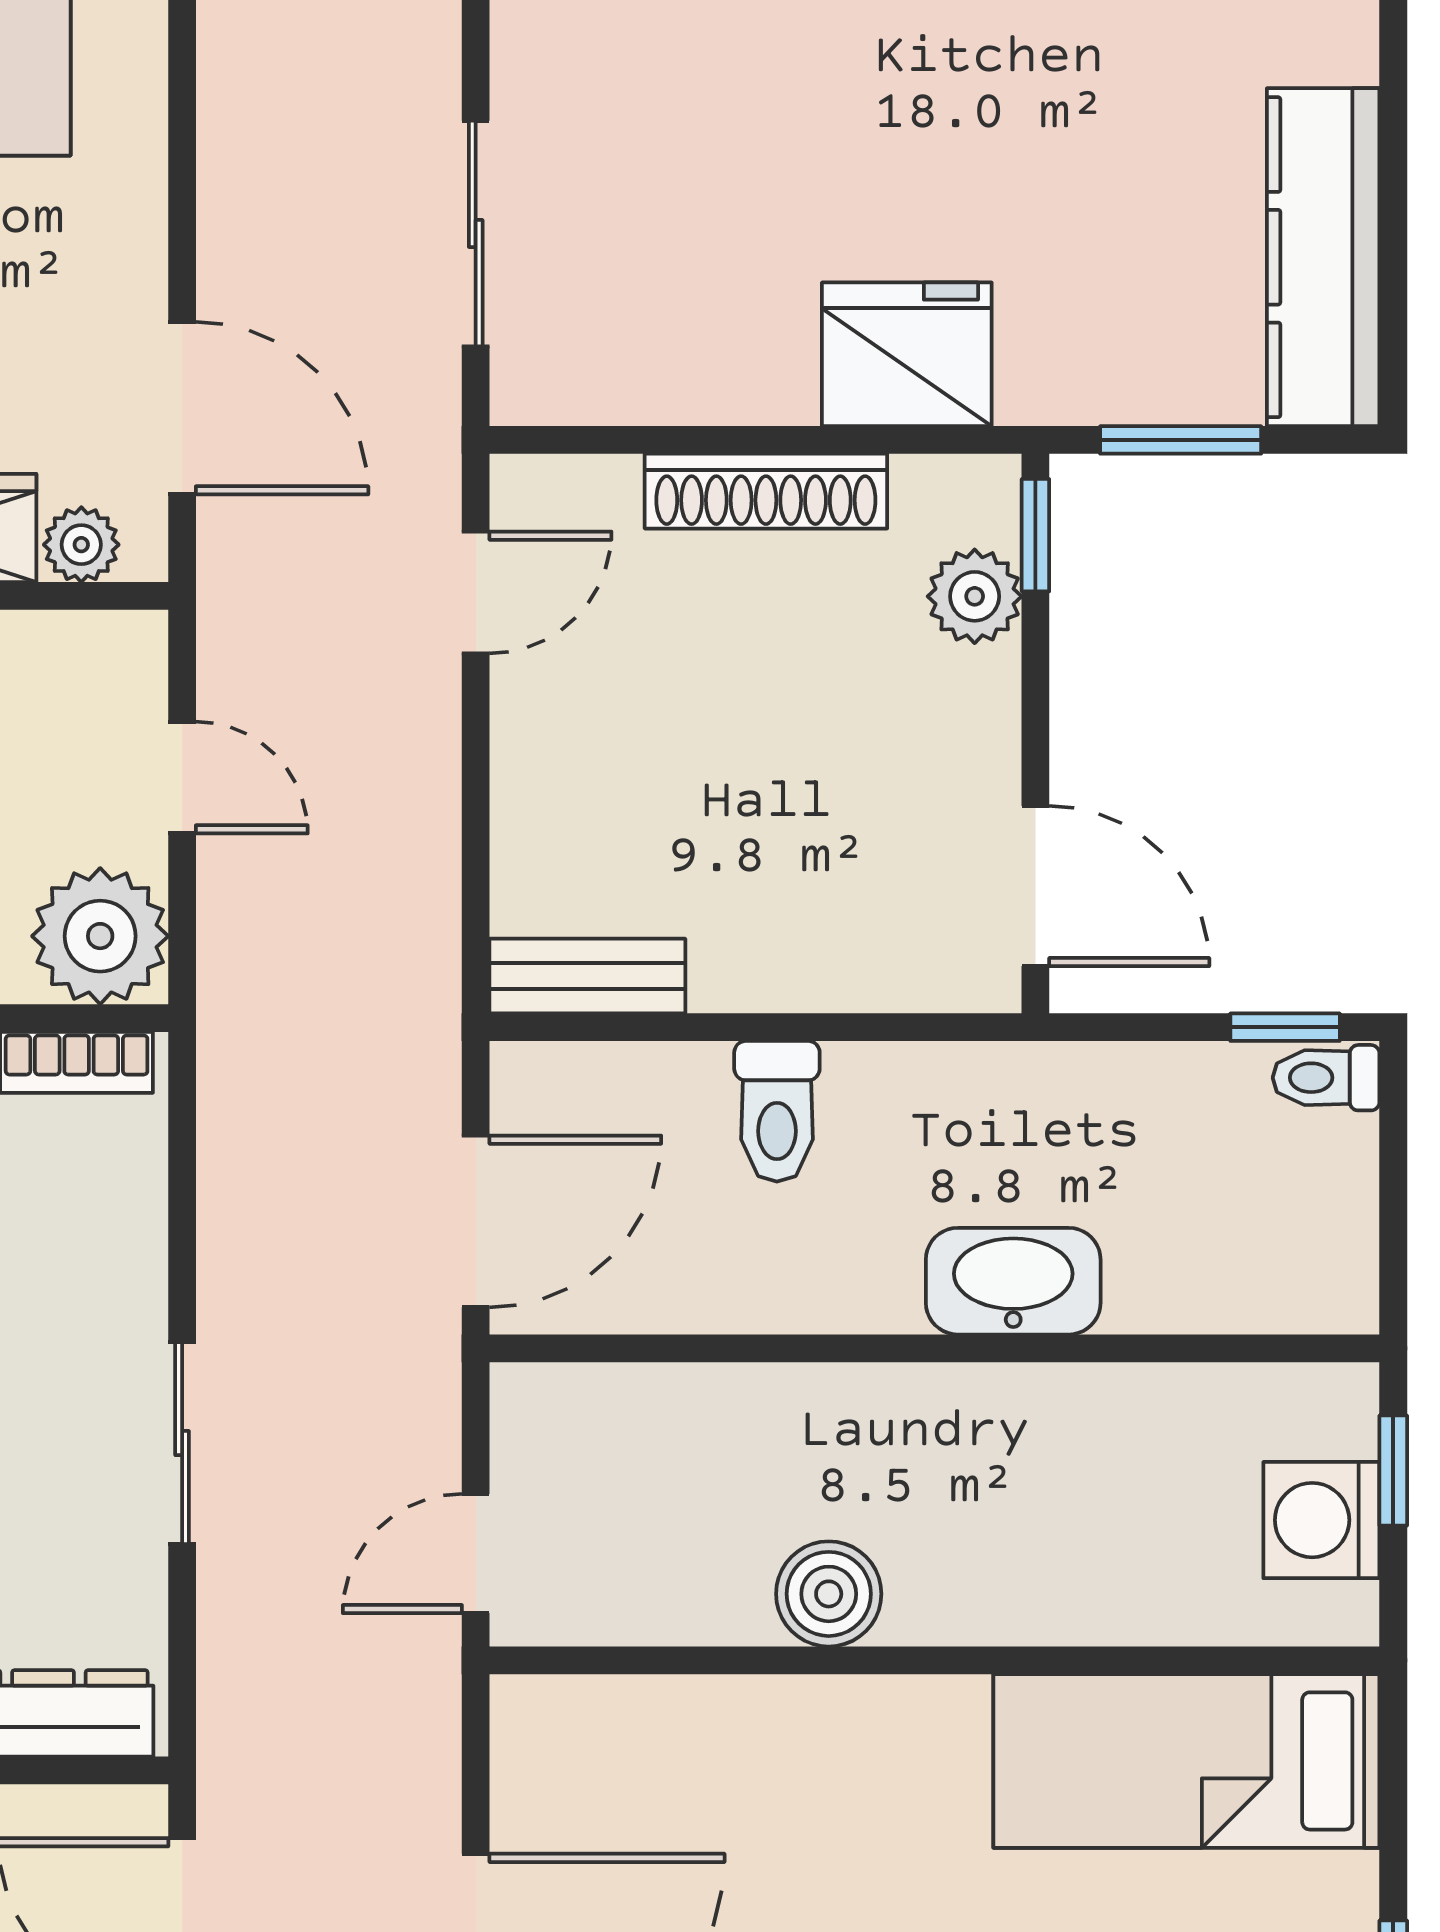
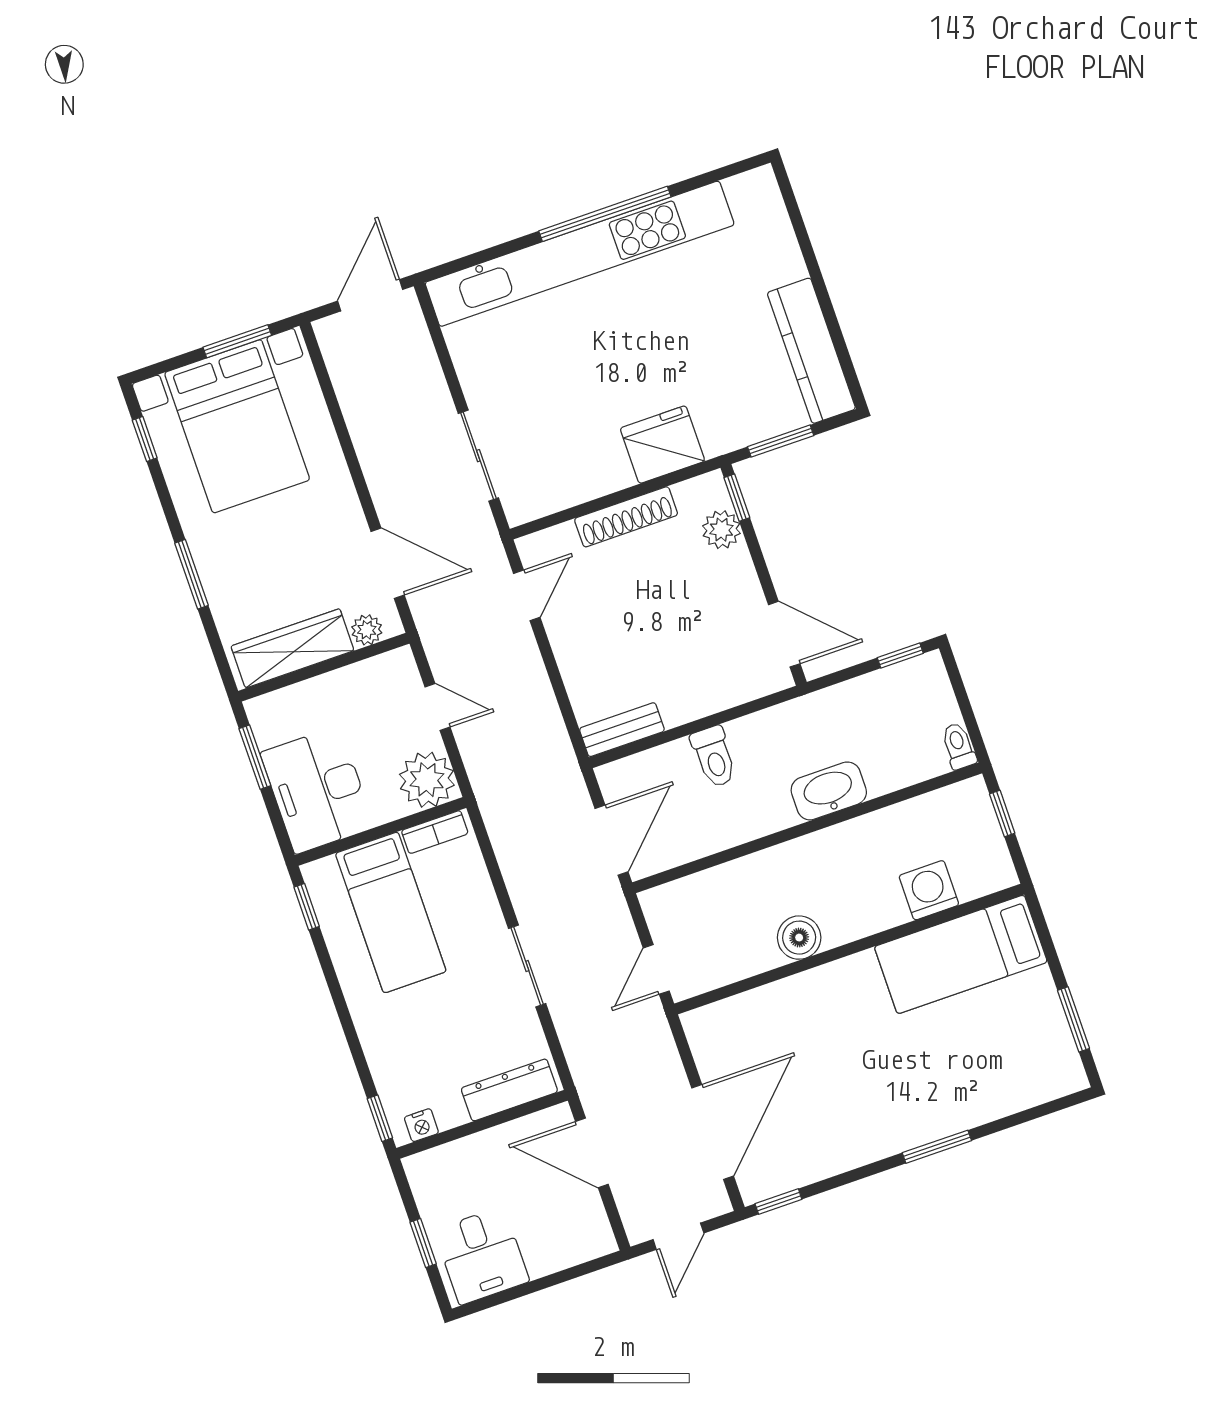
toilet: (1326, 1078) -> (959, 746), moved, turned 90
washing machine: (1321, 1520) -> (929, 890), moved, turned 90

